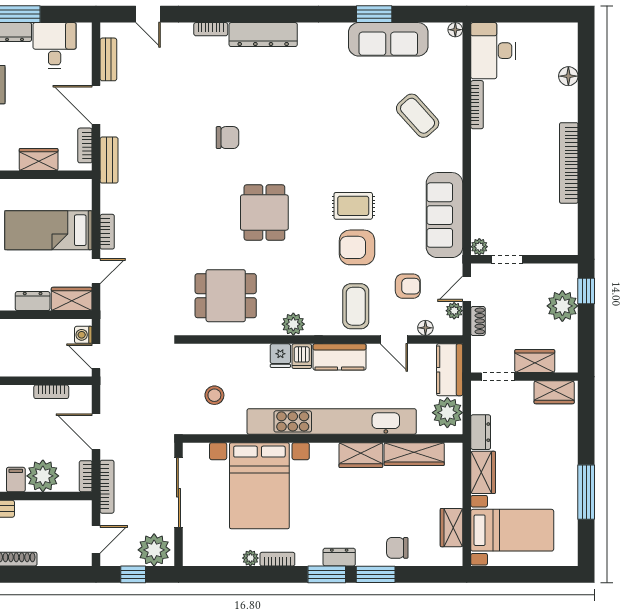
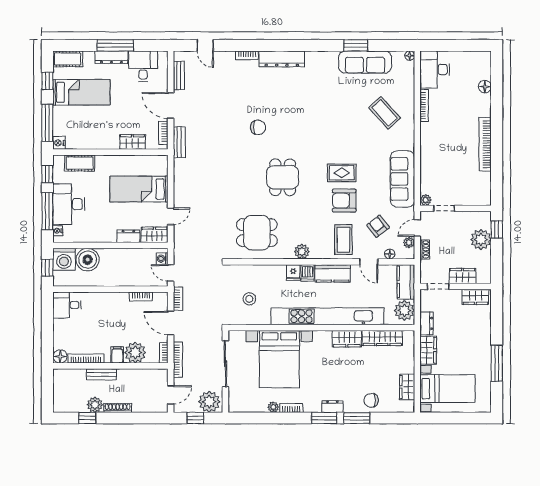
bookcase: (107, 232) -> (178, 299), moved
armchair: (408, 286) -> (378, 226), turned -127

